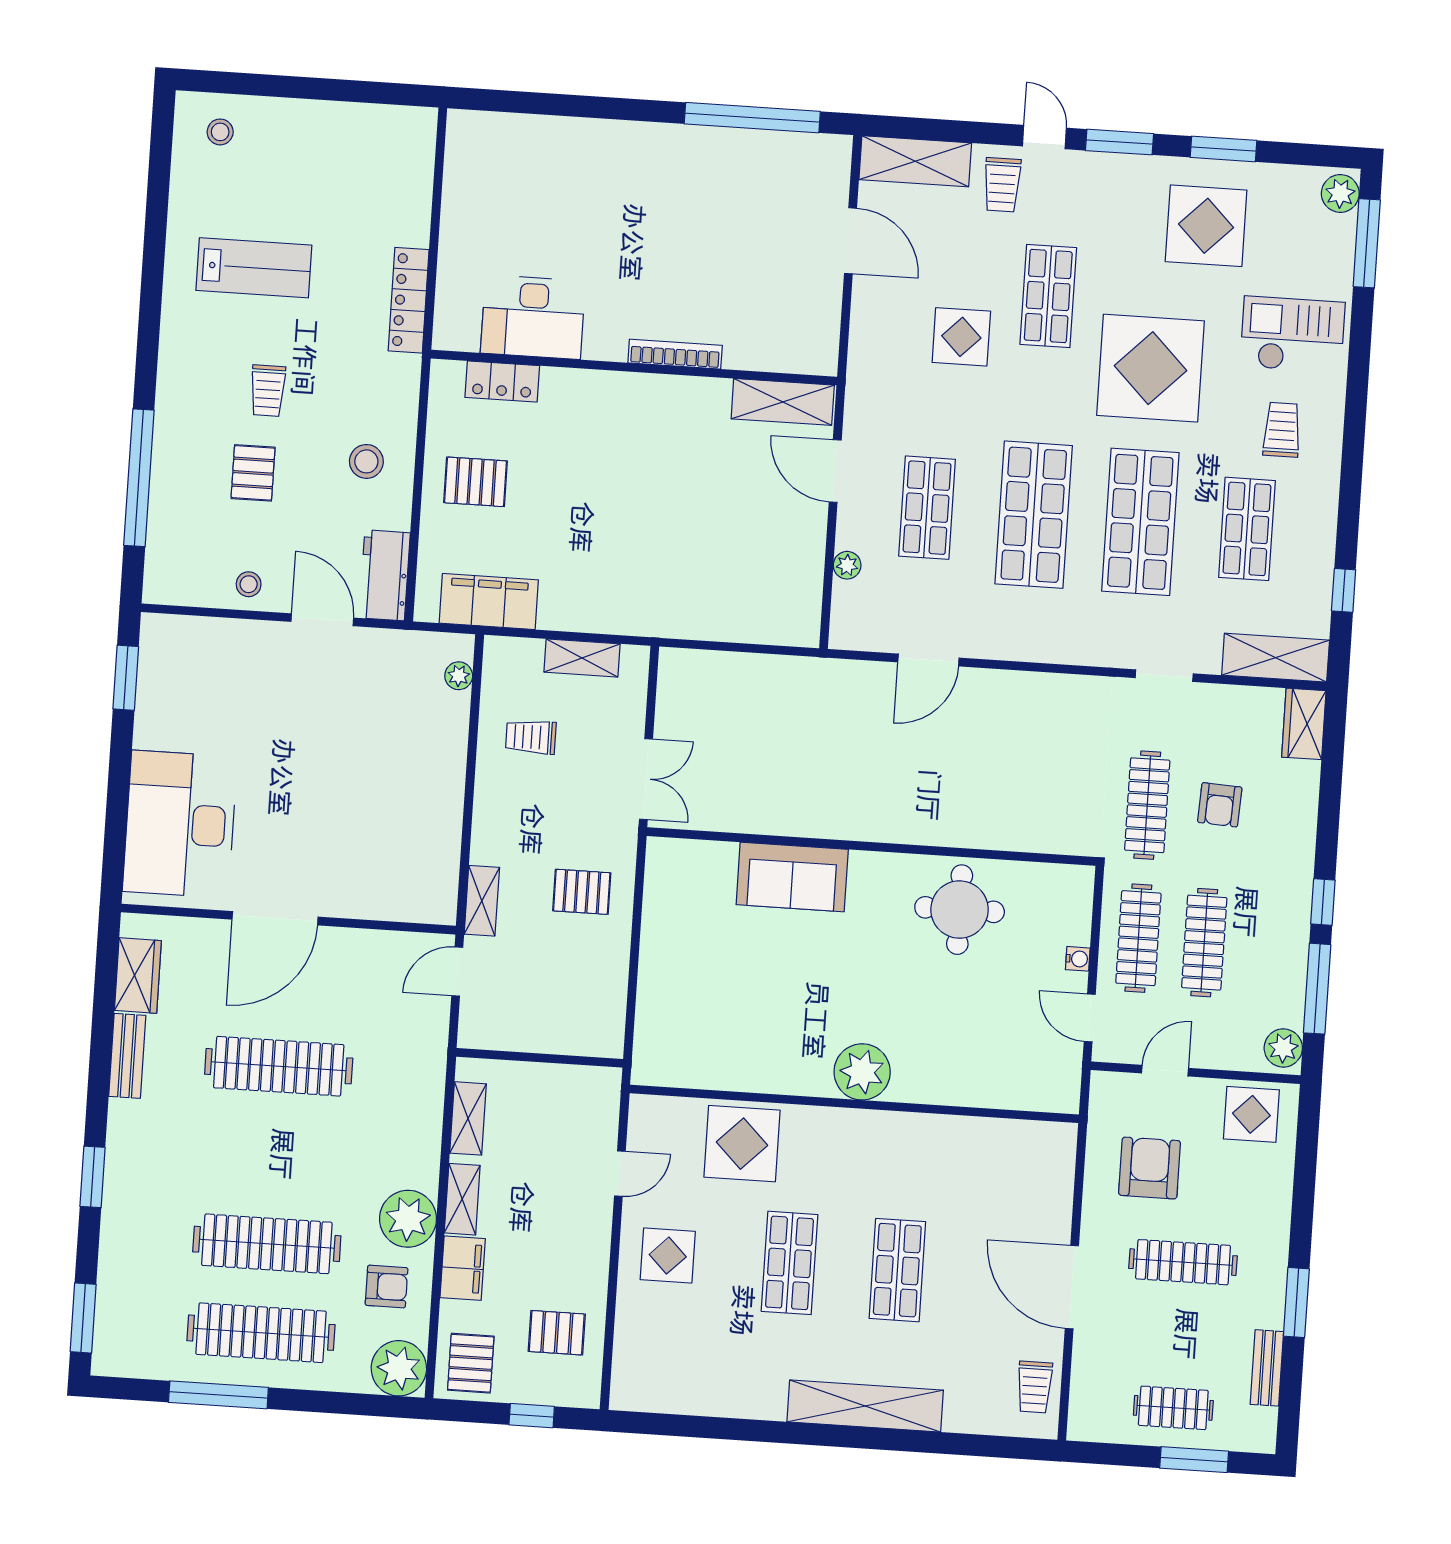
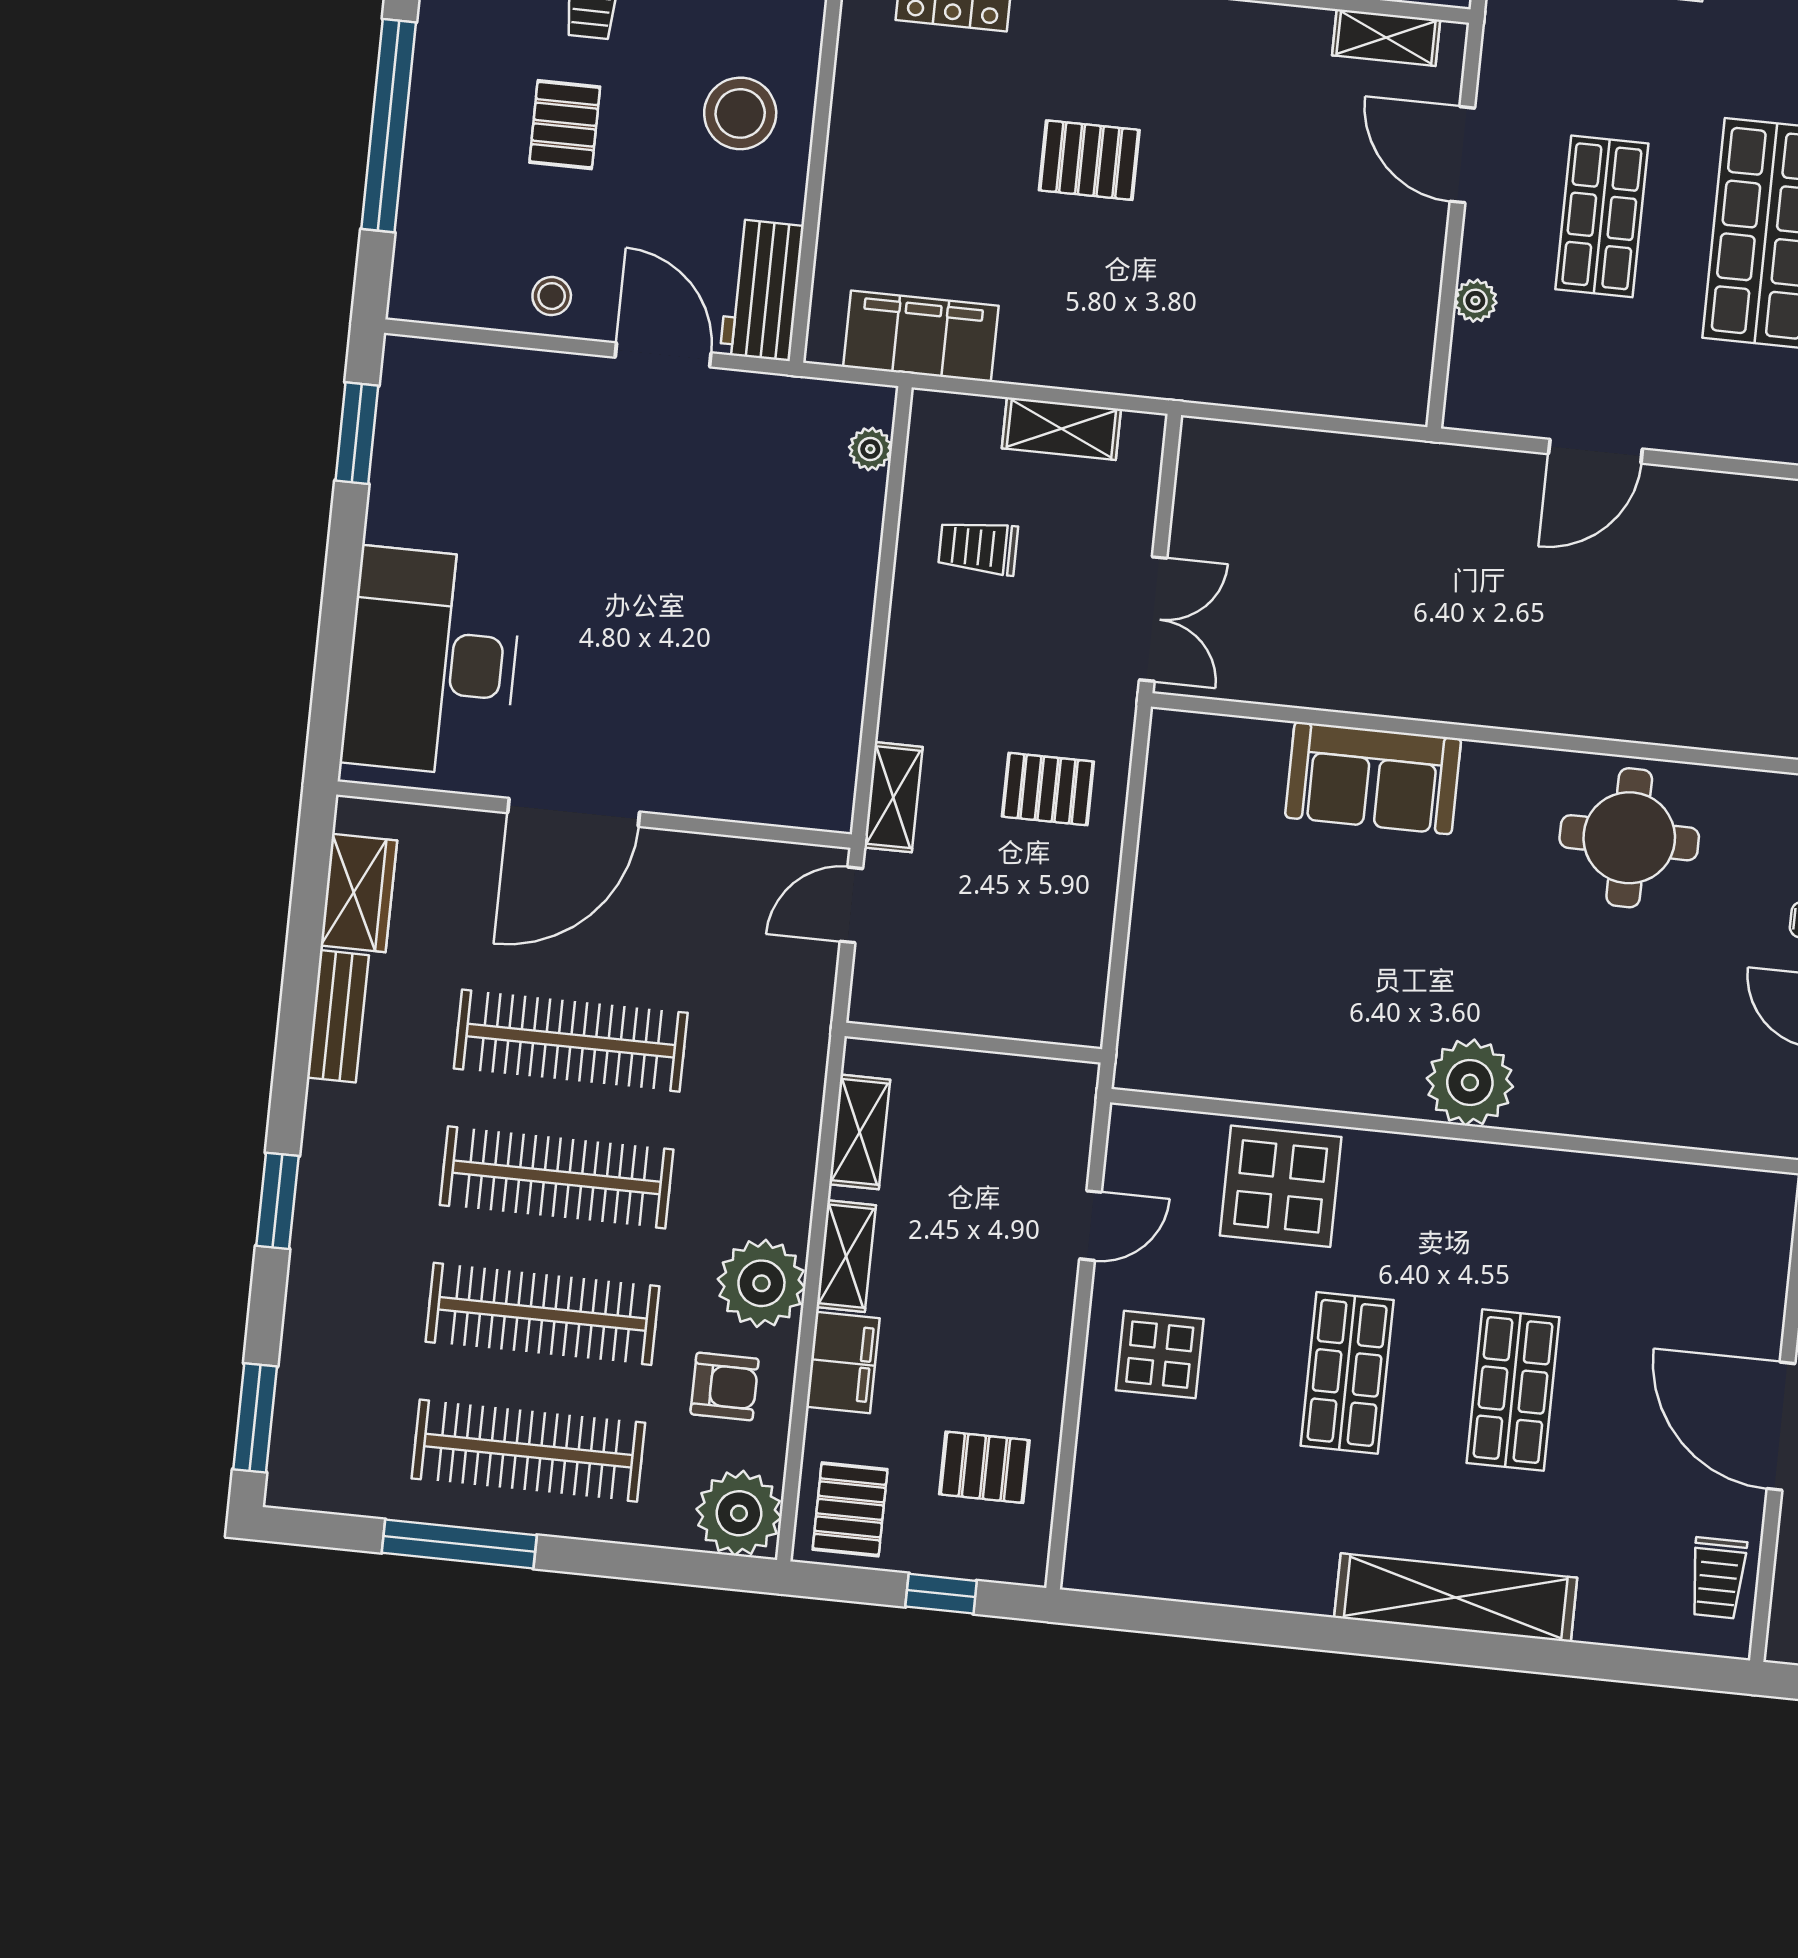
shelving: (783, 402) -> (1386, 38), width x0.67, depth x0.75
stool: (366, 461) -> (740, 113), width x1.38, depth x1.38
pallet: (475, 482) -> (1089, 160), moved
clothes rail: (273, 1155) -> (557, 1177), added

